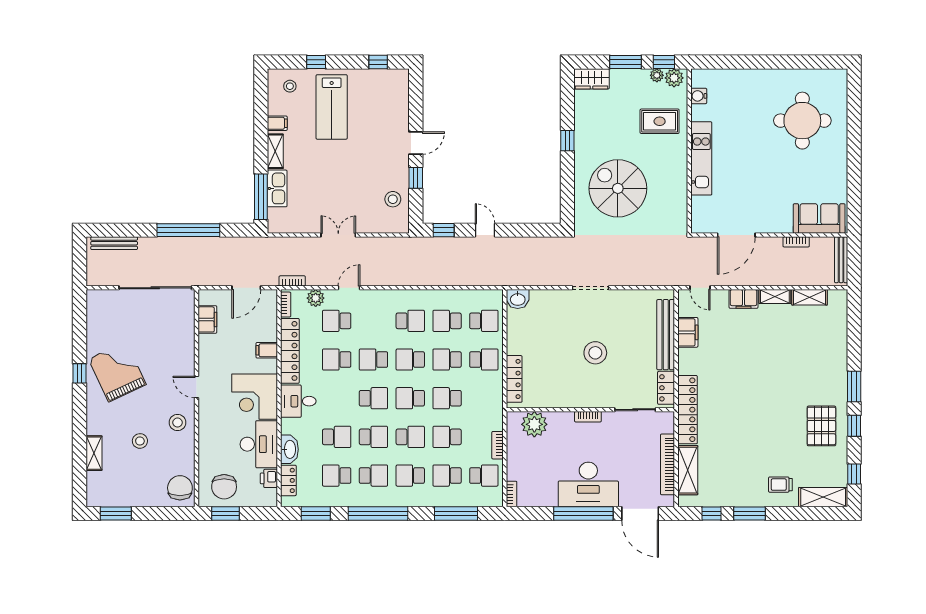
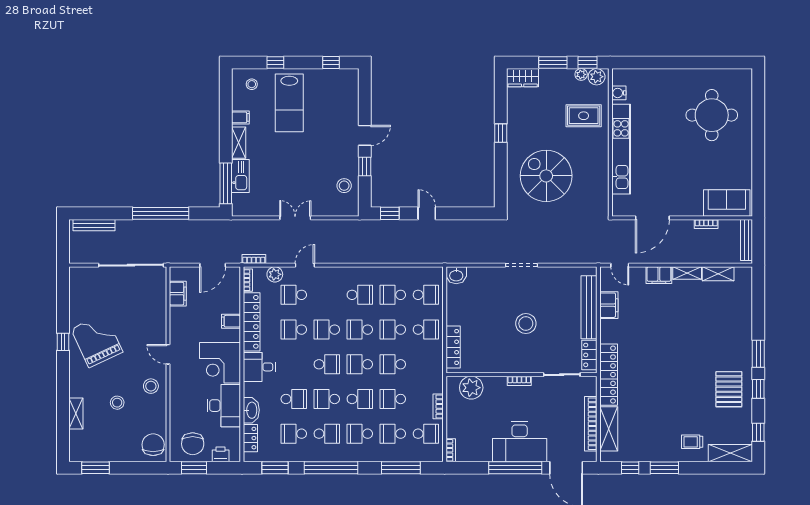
kitchen unit: (701, 158) -> (621, 149), width x1.36
school desk: (373, 437) -> (327, 399), turned 180
printer: (269, 478) -> (221, 454), moved, turned 90

